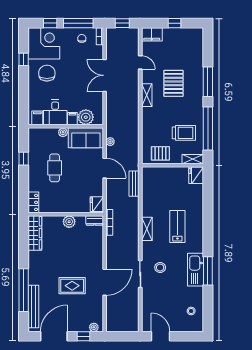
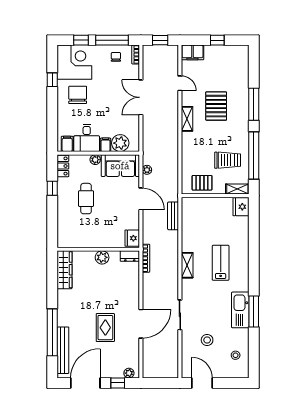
locker: (33, 202) -> (63, 166), moved
stool: (160, 268) -> (207, 340), moved
rug: (72, 286) -> (105, 328), turned 90

